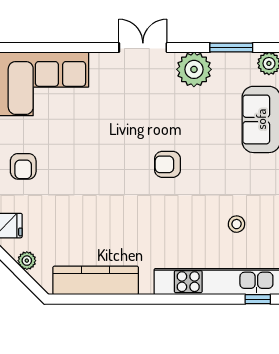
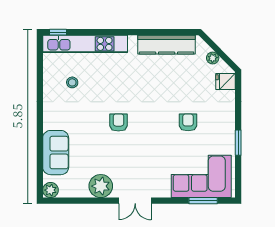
window: (231, 48) -> (203, 201), moved
armchair: (167, 164) -> (118, 122), turned -90
armchair: (23, 166) -> (188, 122), moved

